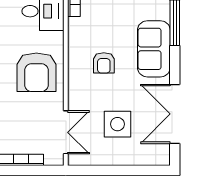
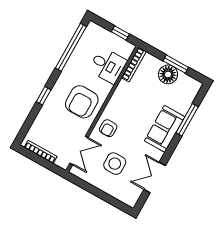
armchair: (104, 63) -> (108, 128), moved
double door: (175, 114) -> (155, 178), width x0.73

